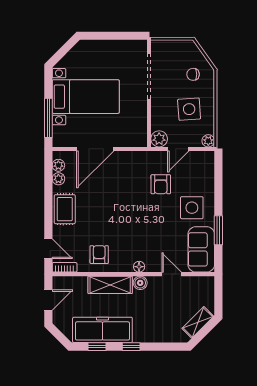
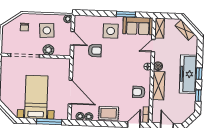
plant: (159, 139) -> (48, 50), moved
shelving: (199, 283) -> (160, 28), added
freezer: (102, 330) -> (188, 74), moved

